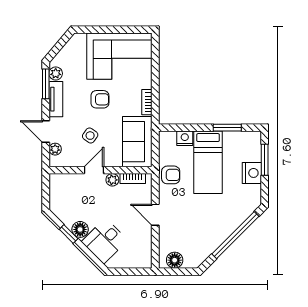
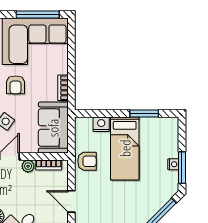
window: (122, 30) -> (38, 15), added
armchair: (100, 99) -> (16, 85), turned 90
window: (265, 160) -> (182, 168), moved
nightstand: (252, 173) -> (173, 164), width x0.53, depth x0.56

